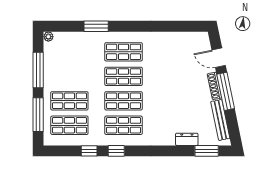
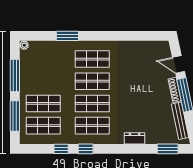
dresser: (187, 139) -> (135, 138), moved

